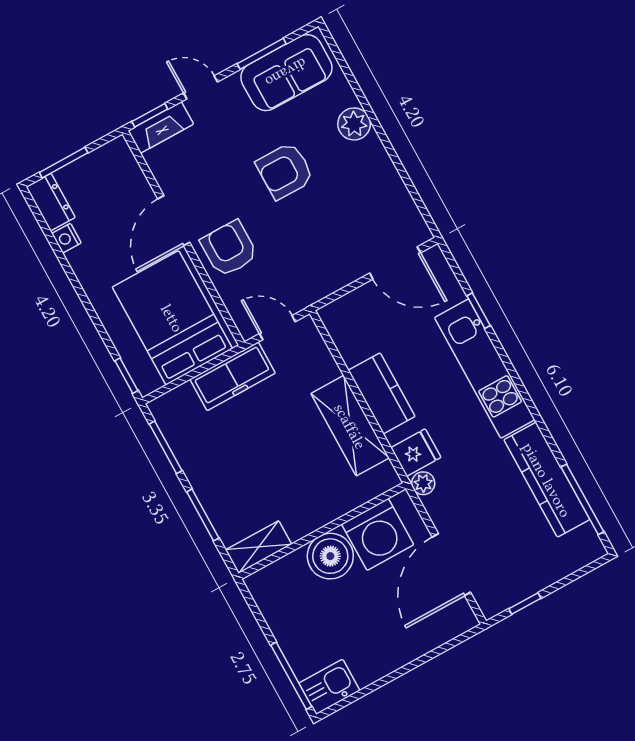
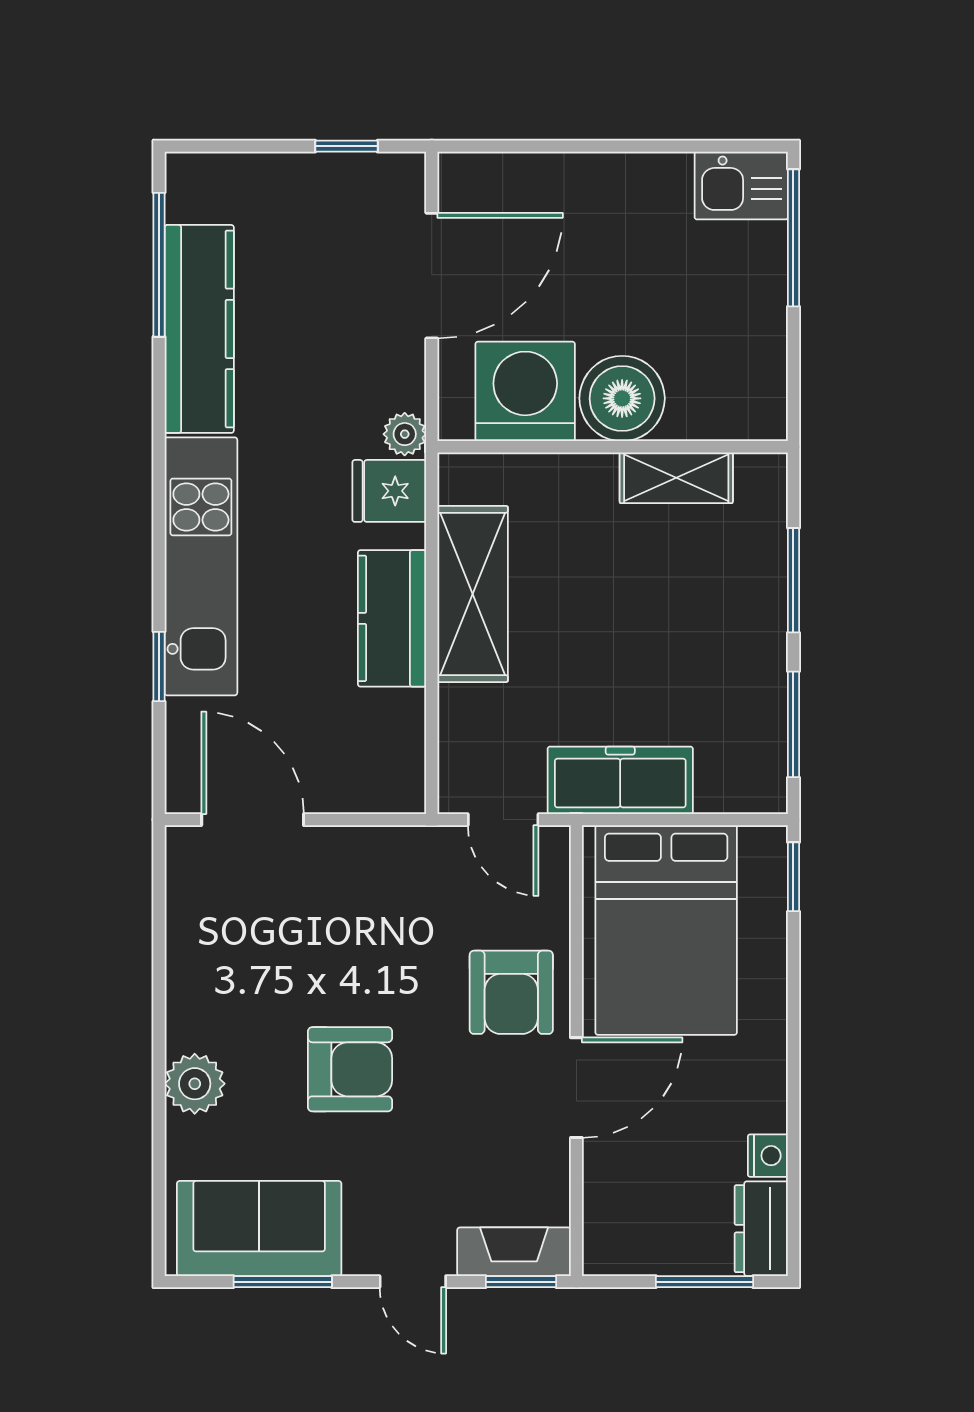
shelving: (259, 547) -> (676, 478), moved

